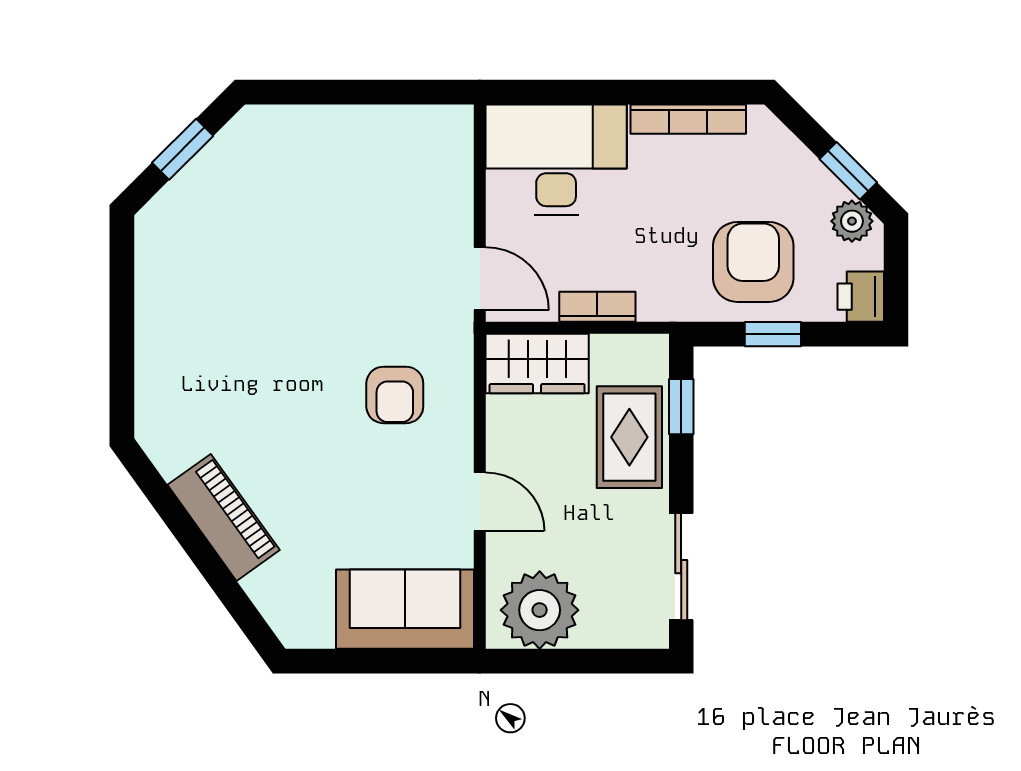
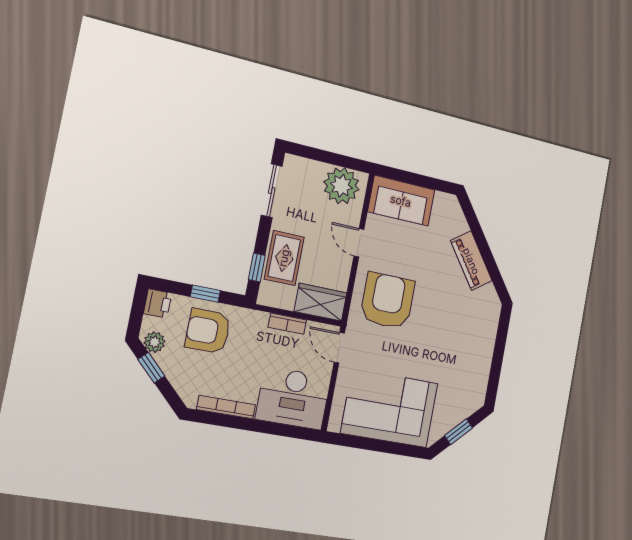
corner sofa: (347, 173) -> (390, 408), added
armchair: (753, 262) -> (208, 331), turned 90
armchair: (395, 395) -> (388, 301), width x1.88, depth x1.88

